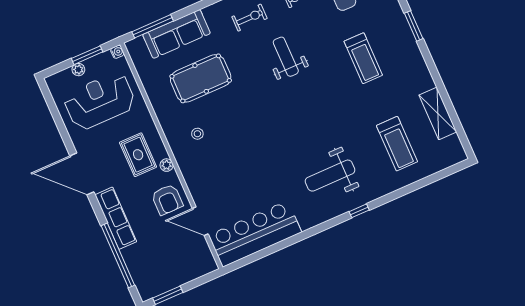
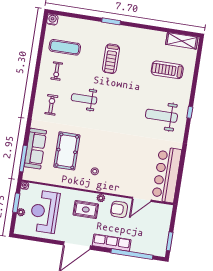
treadmill: (363, 58) -> (111, 59), turned 90
shelving: (438, 113) -> (182, 41), moved
treadmill: (397, 144) -> (167, 70), turned 180
weight bench: (330, 176) -> (161, 116), turned 90
armchair: (167, 200) -> (119, 209), turned 180

